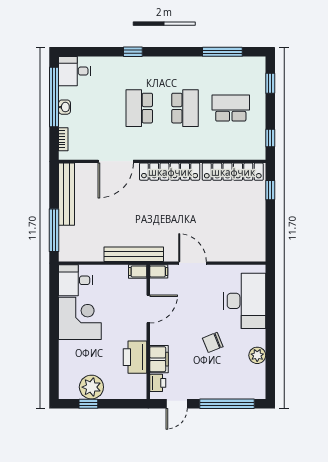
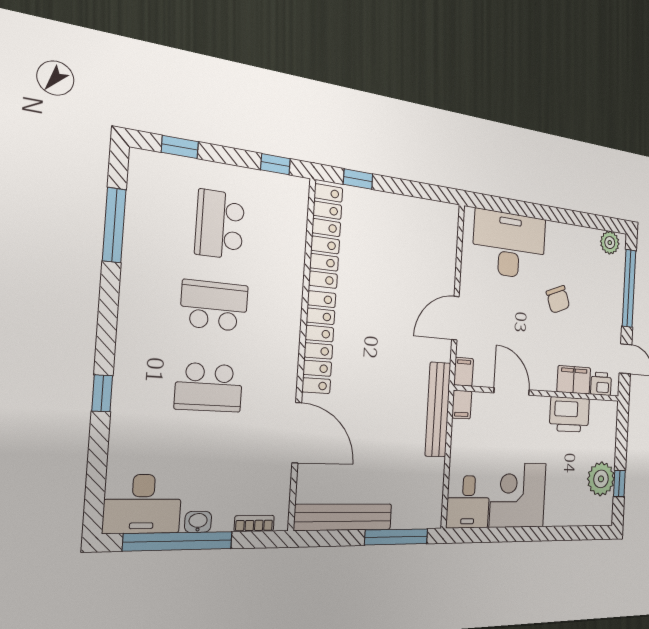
desk: (75, 71) -> (143, 504), width x1.37
plant: (257, 355) -> (610, 243), moved

